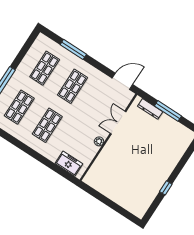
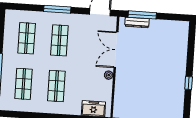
window: (73, 49) -> (57, 9), moved
window: (168, 111) -> (142, 15), moved
double door: (118, 123) -> (116, 50), width x1.37

